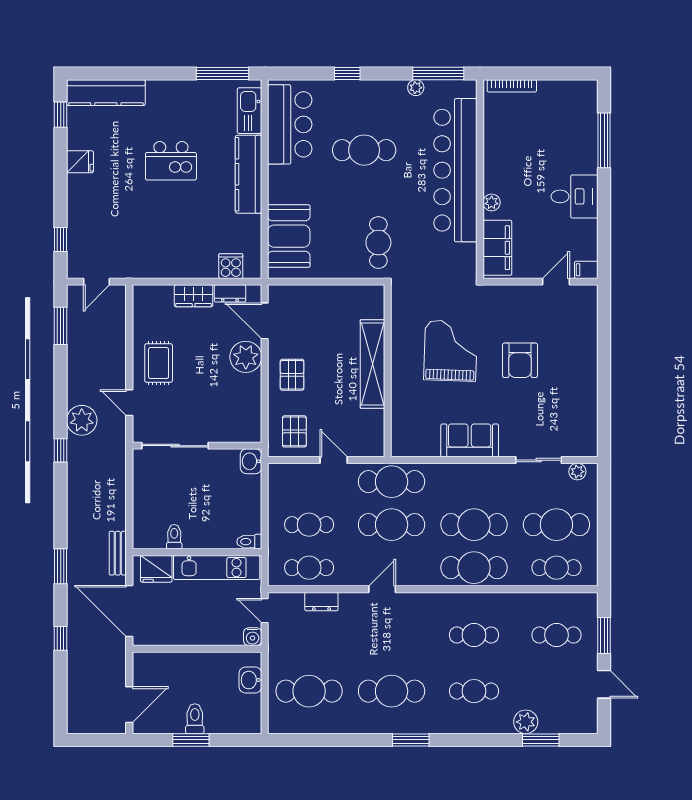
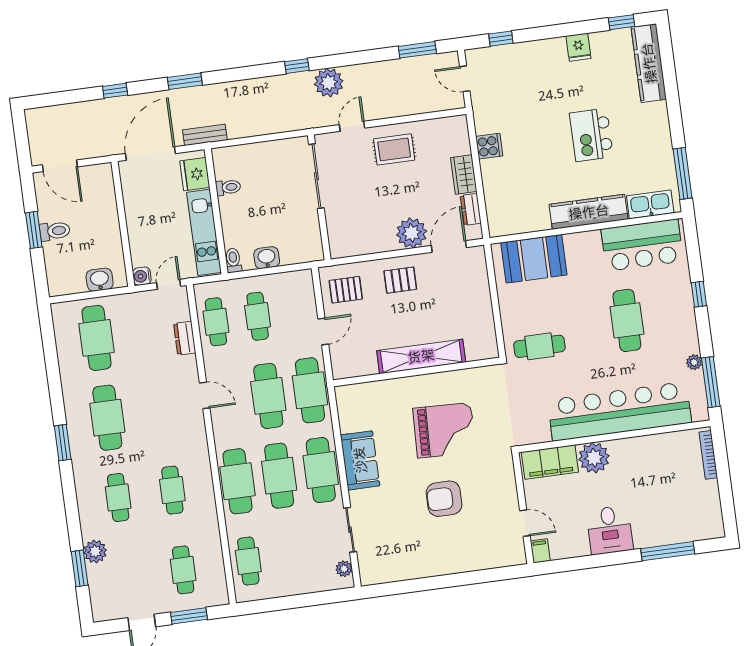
plant: (492, 202) -> (594, 458), width x1.88, depth x1.88
cooker: (231, 266) -> (489, 146), moved
washbasin: (251, 461) -> (267, 258), moved
cafe table: (556, 525) -> (321, 470), moved

